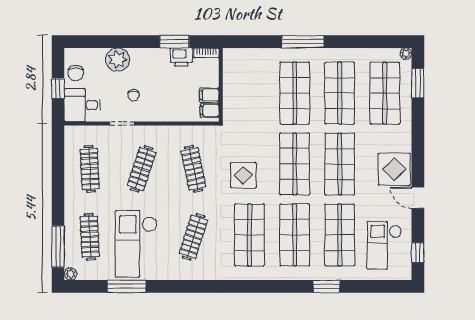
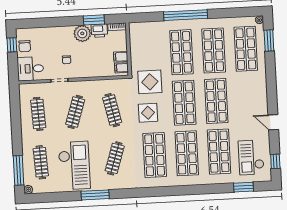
window: (303, 42) -> (186, 15), width x1.46
plant: (118, 60) -> (82, 33), moved
window: (58, 89) -> (12, 45), moved
display table: (394, 169) -> (150, 82), moved
checkout: (136, 244) -> (74, 166), turned 180
window: (126, 286) -> (95, 195), moved
window: (327, 286) -> (243, 187), moved

